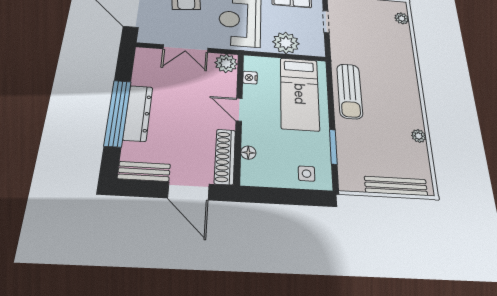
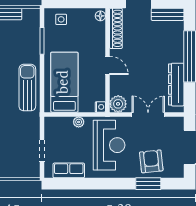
plant: (286, 43) -> (79, 122), width x0.53, depth x0.53
nightstand: (250, 78) -> (100, 107), moved
dresser: (138, 113) -> (176, 85), moved
floor lamp: (248, 153) -> (100, 16), moved

